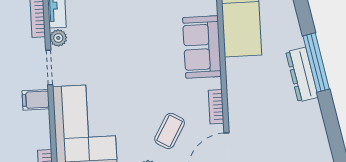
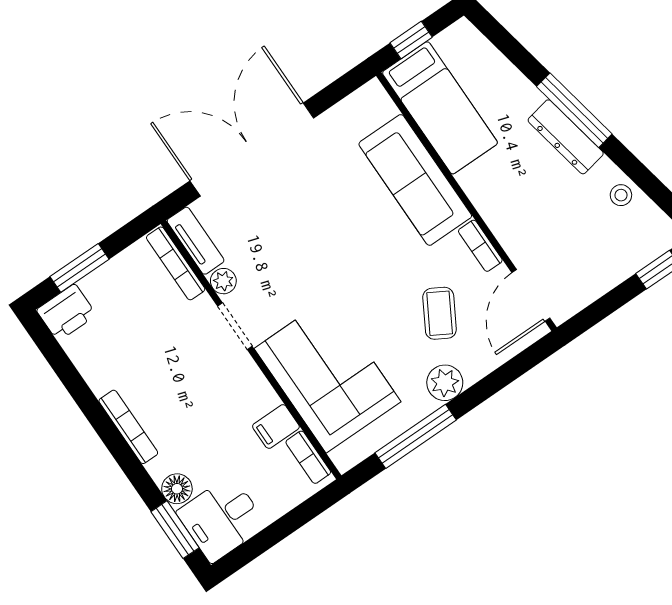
sofa: (202, 47) -> (415, 180), width x1.36
filing cabinet: (36, 100) -> (276, 426), moved
stool: (313, 127) -> (621, 195), added

